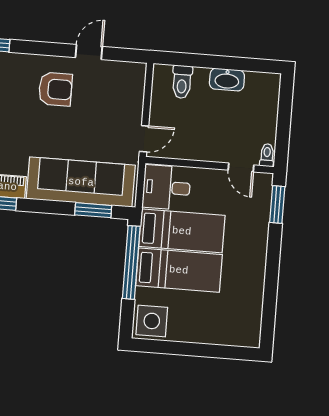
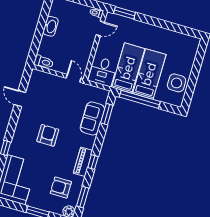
toilet: (182, 82) -> (44, 62), moved
armchair: (55, 89) -> (48, 135), moved
sofa: (81, 182) -> (92, 118), width x0.54, depth x0.79
side table: (152, 321) -> (177, 83), moved

